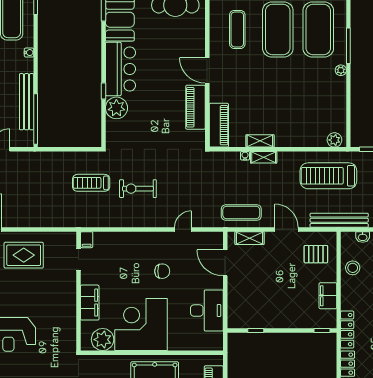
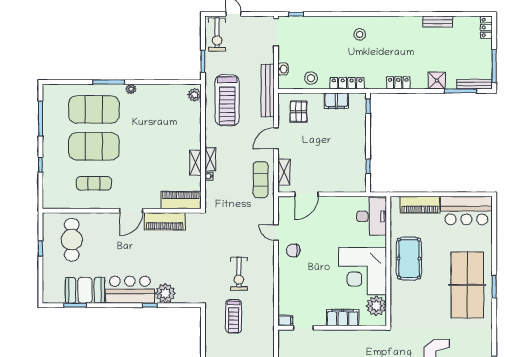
chair: (162, 271) -> (293, 250), moved, turned -90
desk: (207, 311) -> (372, 216), moved, turned 90
locker: (347, 330) -> (347, 83), moved

